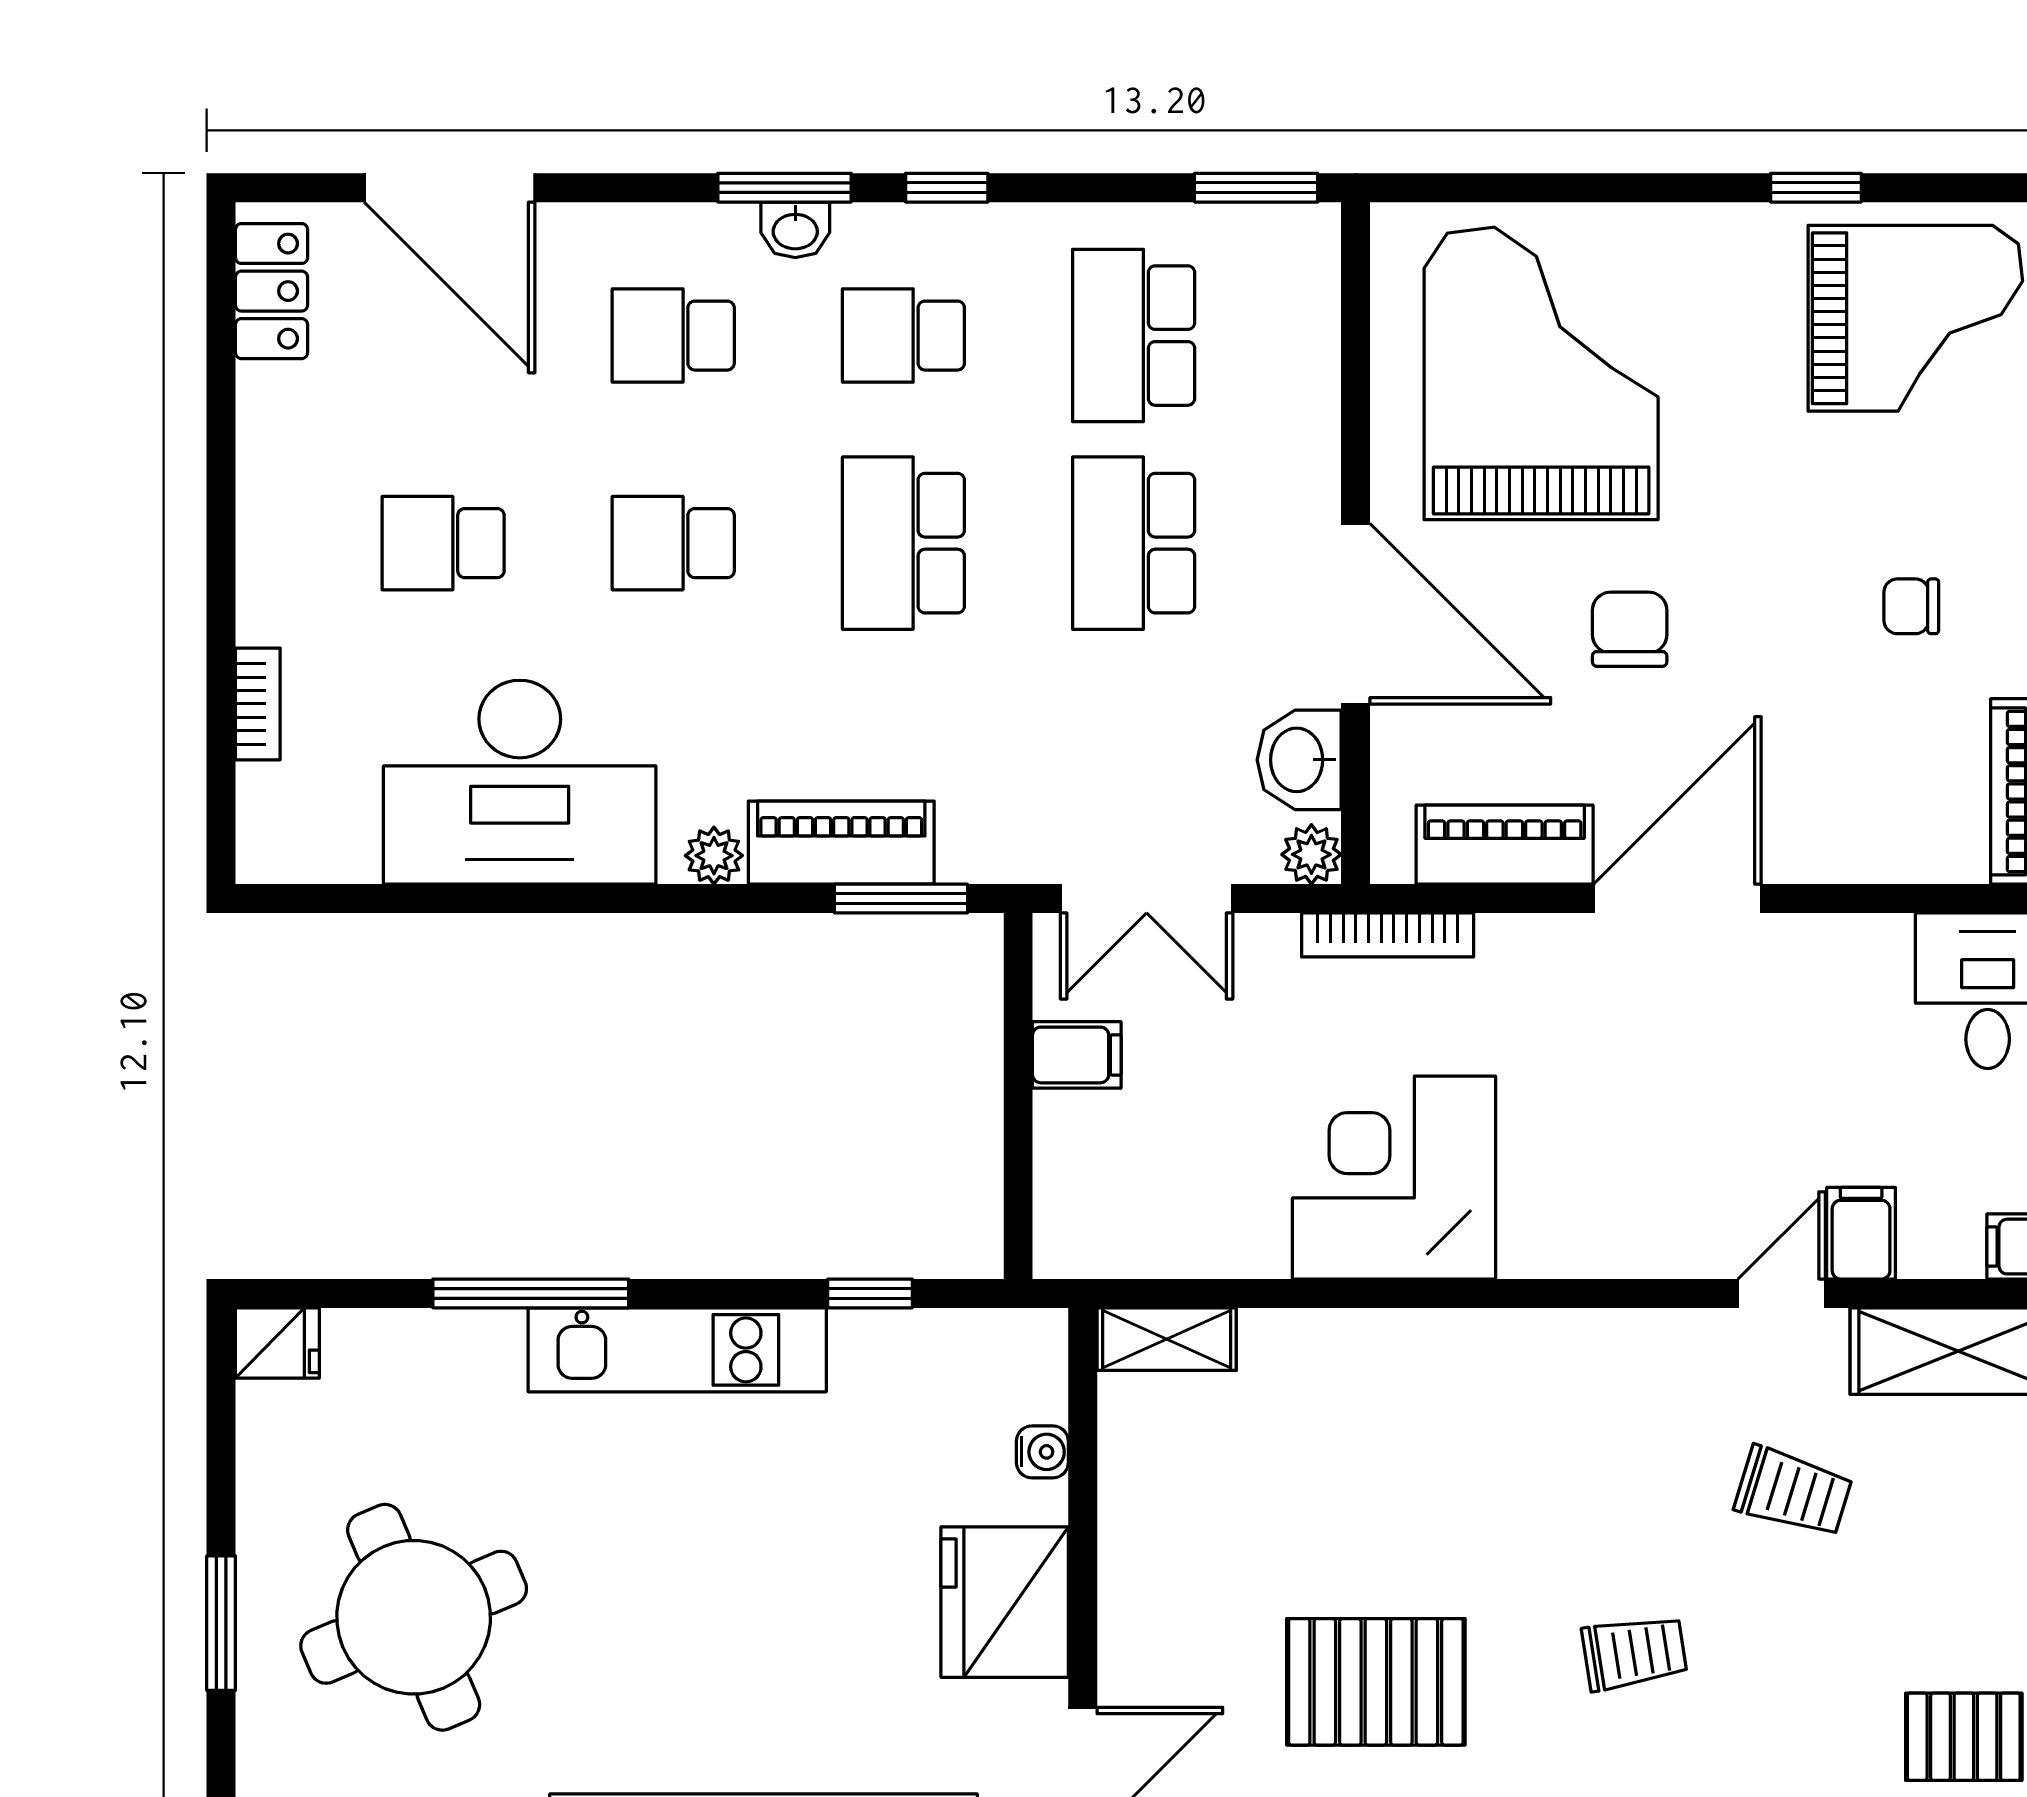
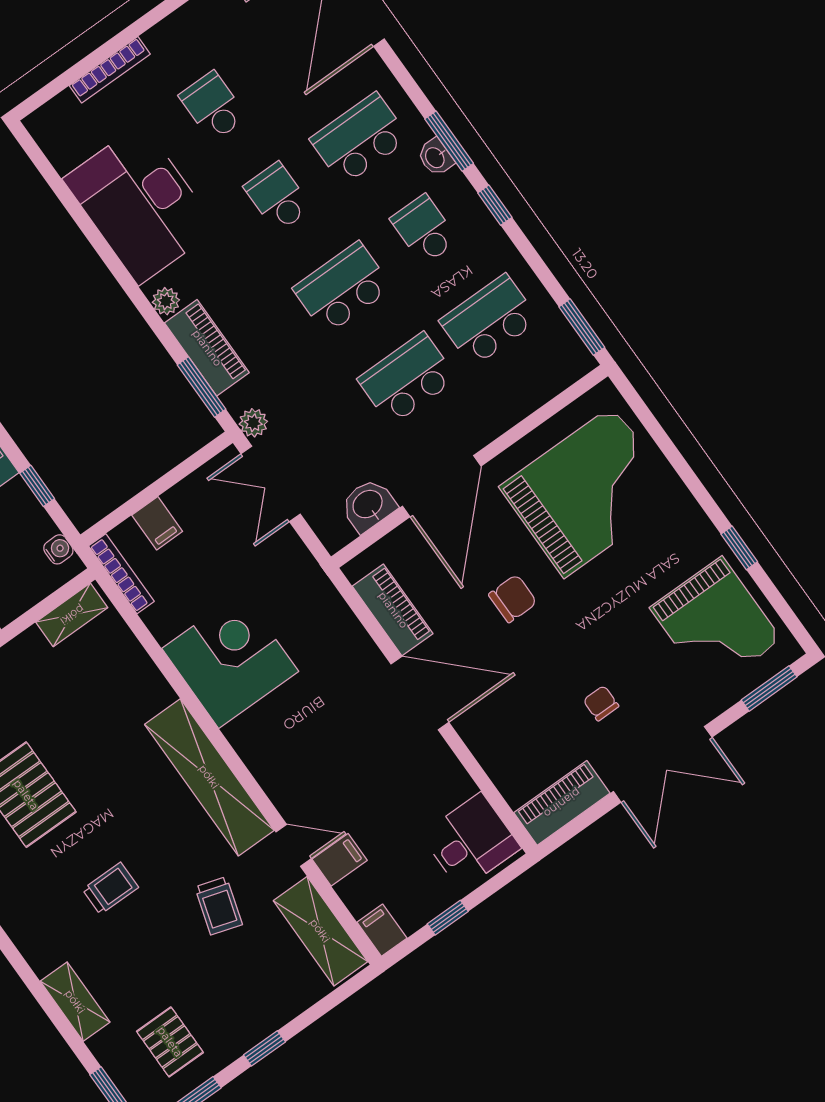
school desk: (673, 336) -> (360, 139), width x1.85
bookcase: (258, 704) -> (110, 70), width x1.56
plant: (1311, 854) -> (253, 423), moved
bookcase: (1388, 935) -> (121, 574), moved, turned 180
filing cabinet: (1077, 1055) -> (157, 523), moved
shelving: (1167, 1339) -> (72, 615), moved, turned 90
shelving: (1567, 1353) -> (209, 777), added
water cooler: (1042, 1452) -> (58, 549), moved, turned -90
trolley: (1634, 1653) -> (110, 888), turned -81

